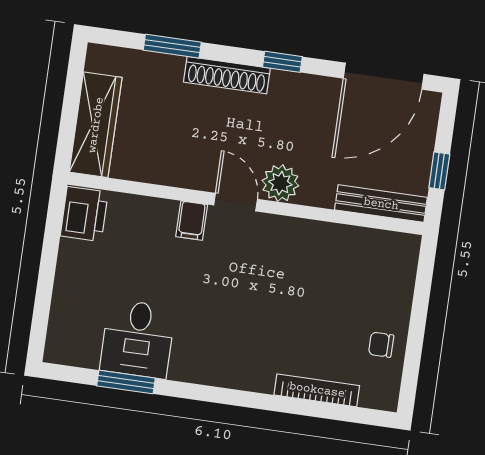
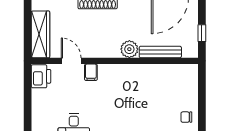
door: (236, 202) -> (71, 61), moved
bench: (381, 204) -> (160, 52), moved

